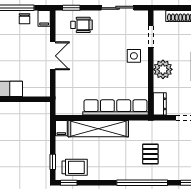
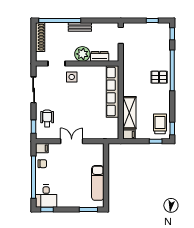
dresser: (160, 104) -> (100, 56), moved
shelving: (98, 129) -> (129, 113), width x0.68
pallet: (150, 154) -> (159, 77), moved

